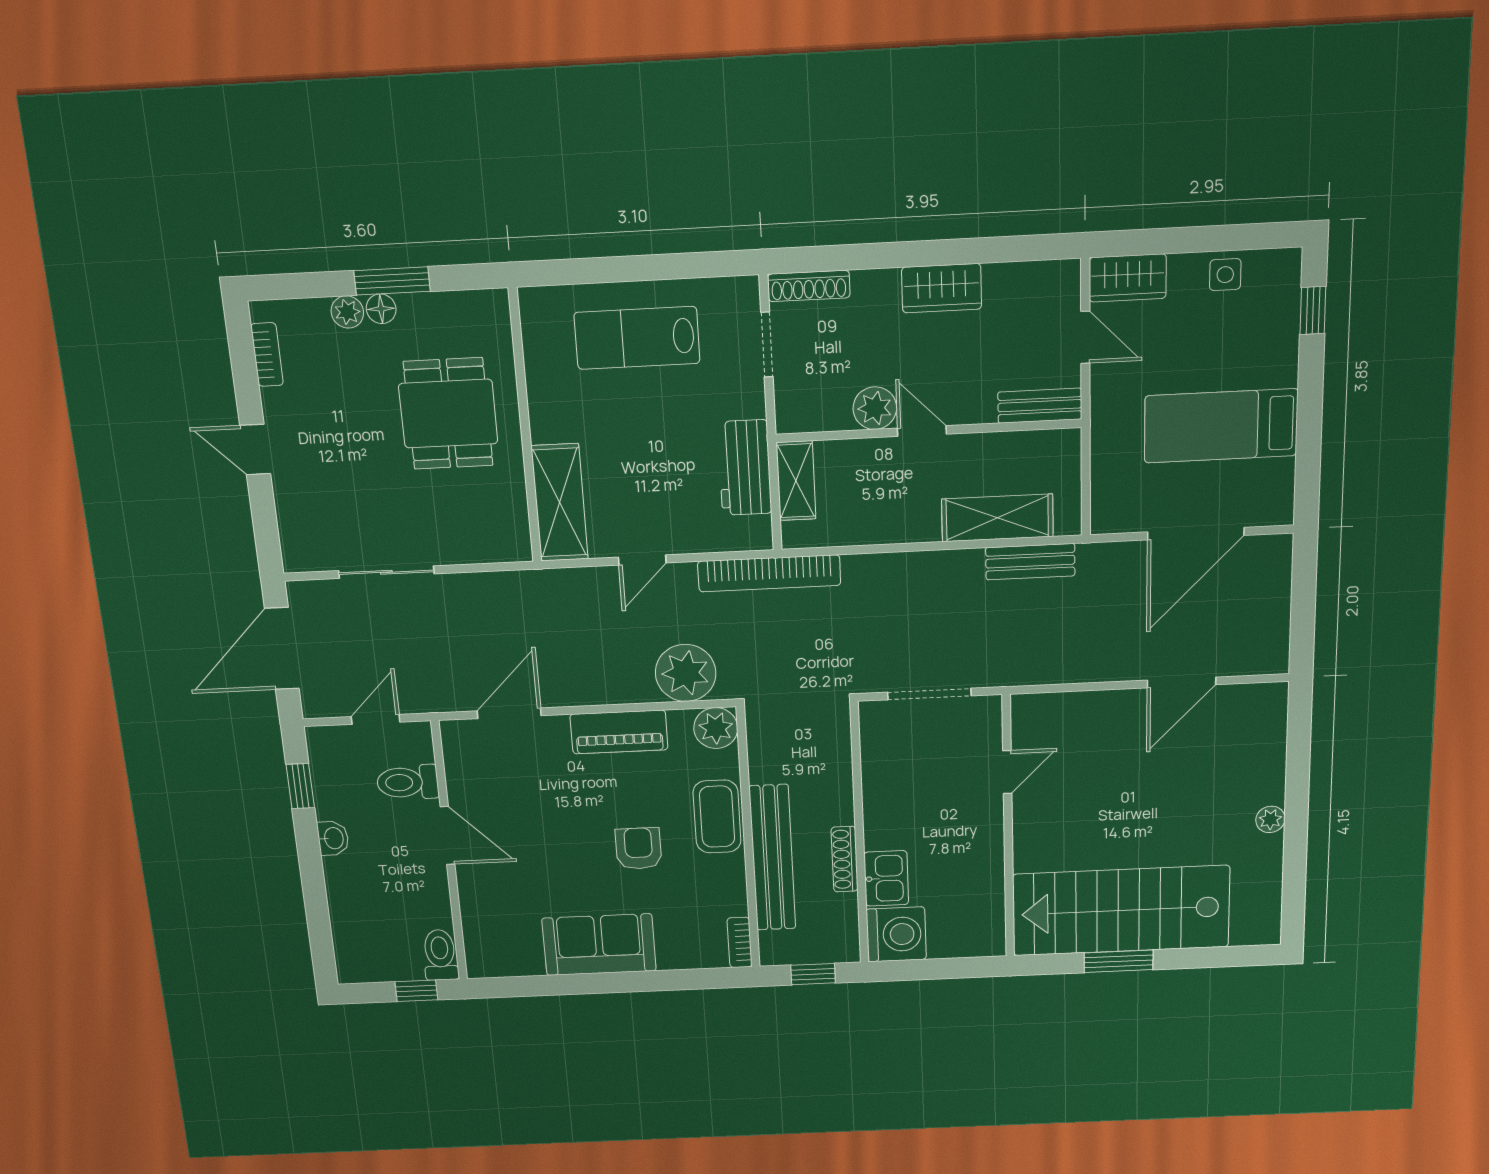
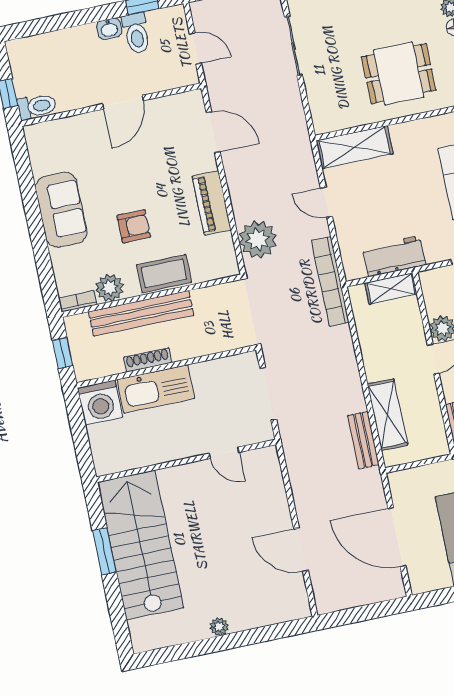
plant: (716, 728) -> (110, 288), moved
toilet: (408, 782) -> (136, 33), moved, turned 180
kitchen sink: (886, 878) -> (156, 389), width x1.87, depth x1.24

